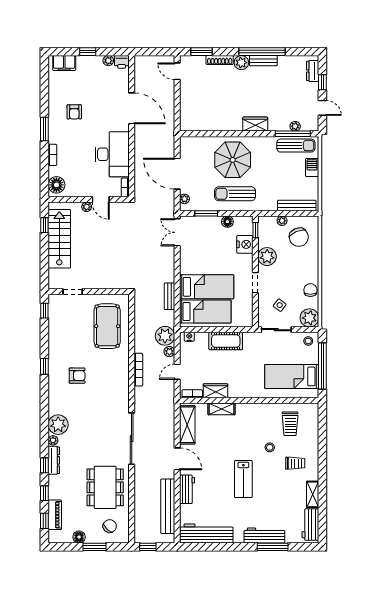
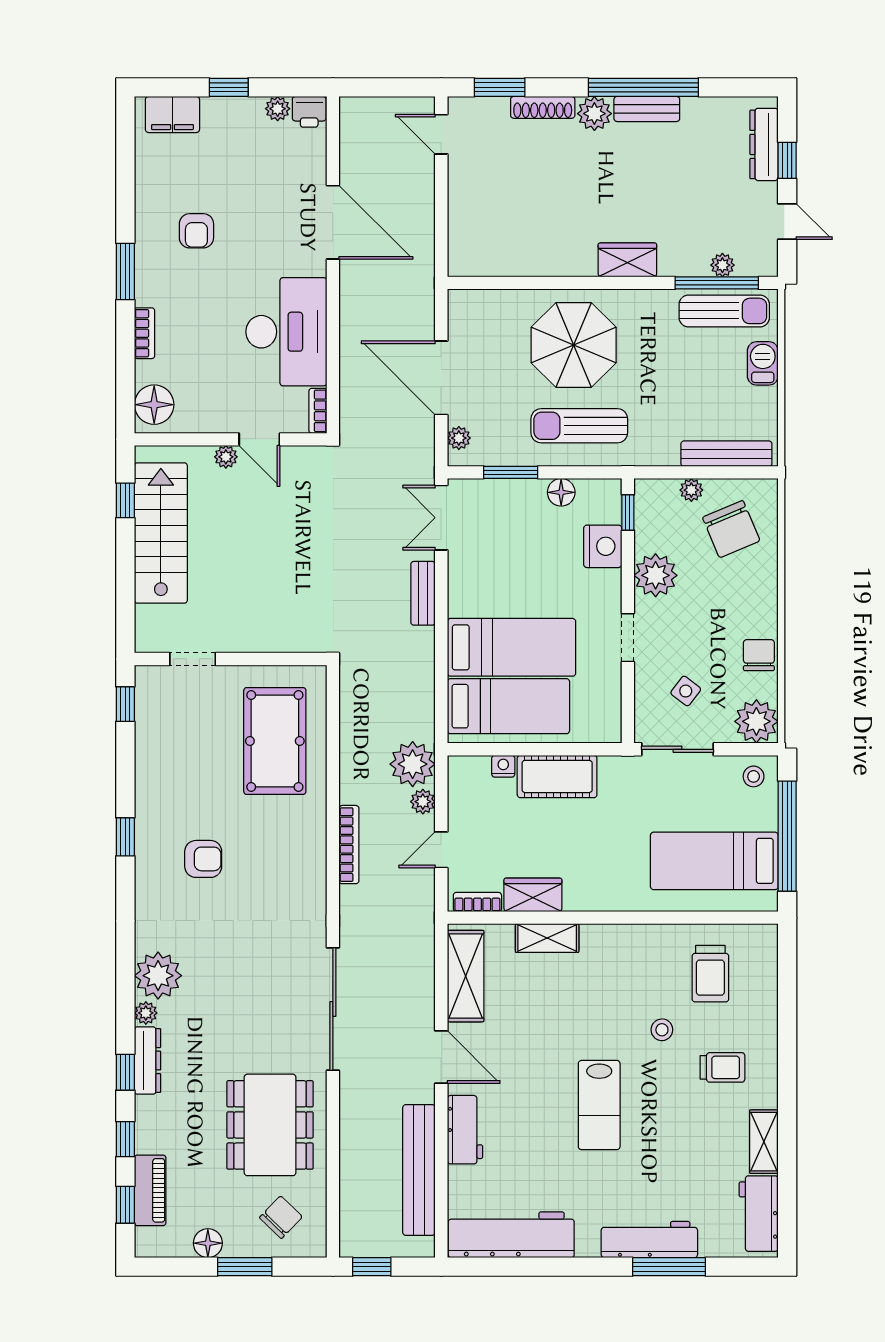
dresser: (313, 71) -> (764, 144), width x1.44
bench: (169, 296) -> (423, 593), moved
nightstand: (189, 337) -> (503, 766), moved

